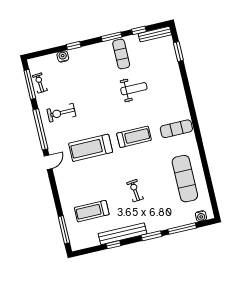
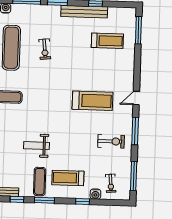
exercise bike: (40, 83) -> (111, 183), moved
window: (40, 129) -> (135, 131), width x0.68
treadmill: (134, 137) -> (68, 178), moved
exercise bike: (135, 191) -> (45, 49), moved

